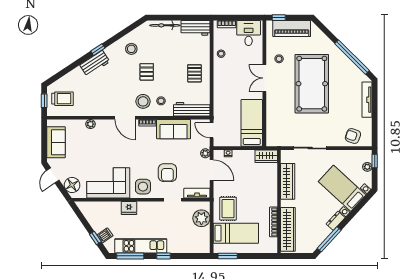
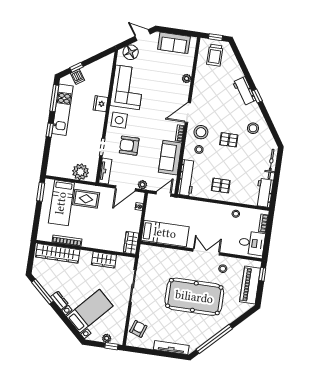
wardrobe: (288, 181) -> (104, 260), width x0.67

